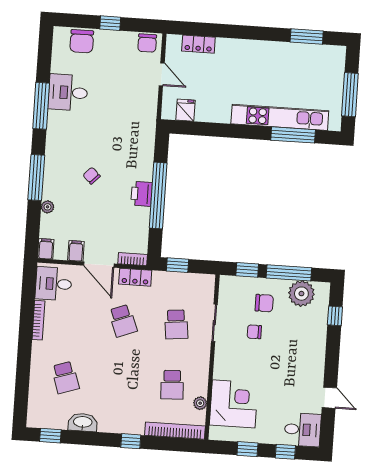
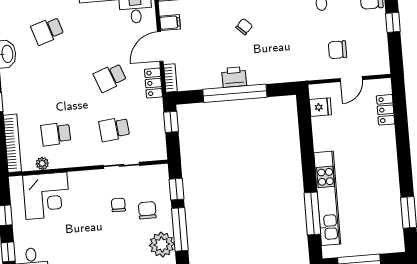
chair: (147, 43) -> (337, 50), moved
chair: (264, 303) -> (147, 210), turned 180

